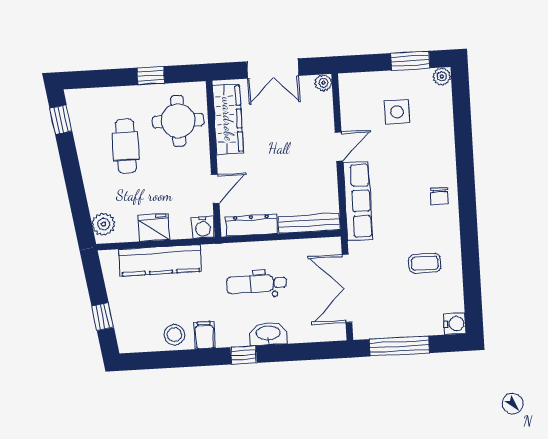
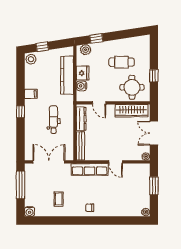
window: (410, 61) -> (154, 186), moved
side table: (397, 112) -> (130, 190), removed
window: (61, 120) -> (96, 38), moved
water cooler: (203, 227) -> (81, 86), moved
washbasin: (268, 334) -> (30, 124), removed
stool: (174, 335) -> (31, 59), moved

